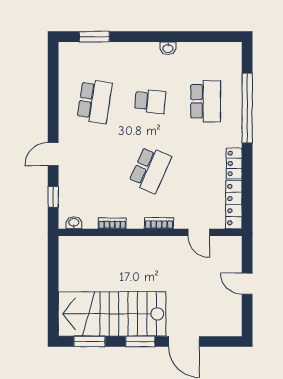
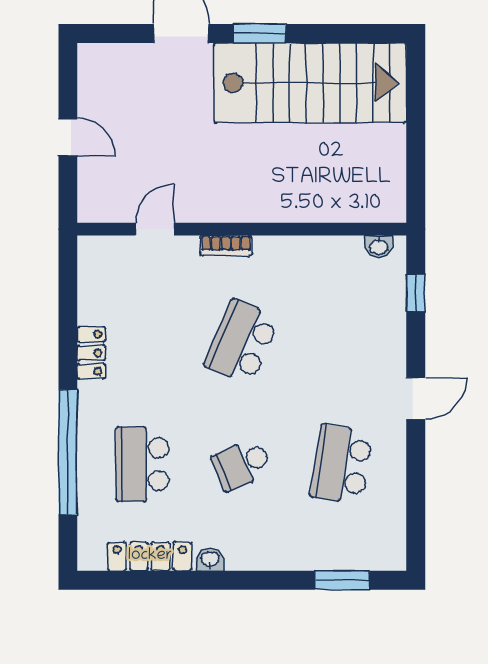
school desk: (150, 101) -> (242, 464), turned -30
door: (53, 154) -> (416, 399), moved
locker: (234, 205) -> (150, 556), moved, turned -90
bookcase: (112, 223) -> (310, 245), removed
door: (199, 232) -> (155, 229), hinge flipped
window: (89, 341) -> (351, 33), removed

